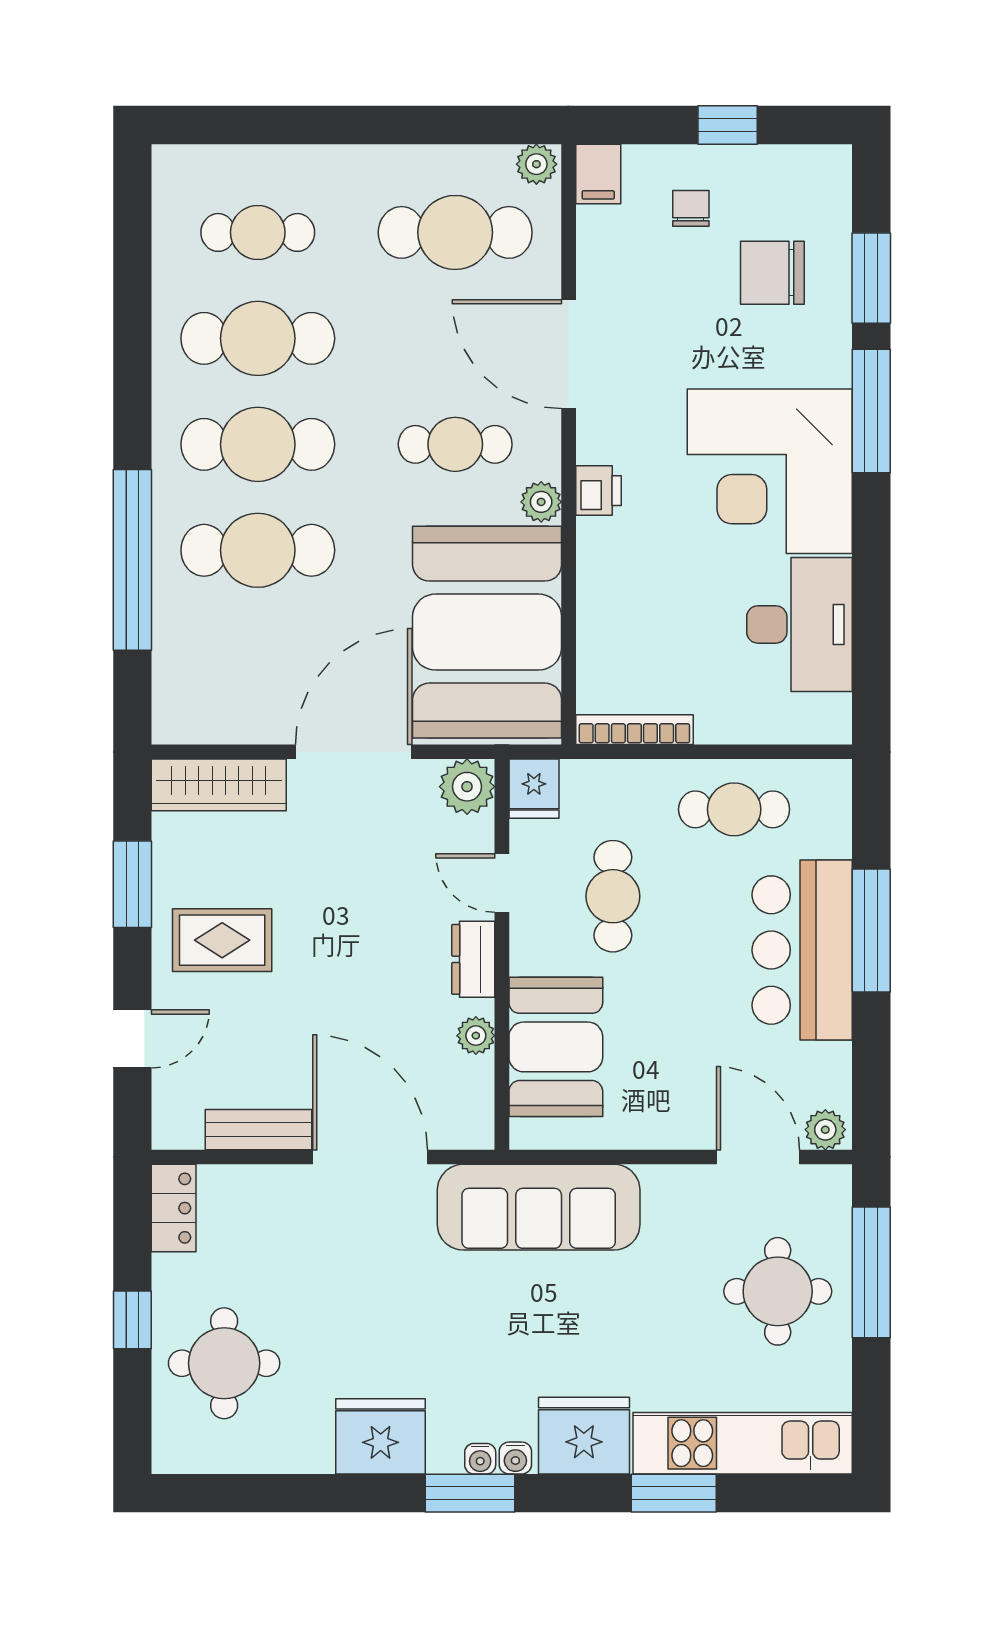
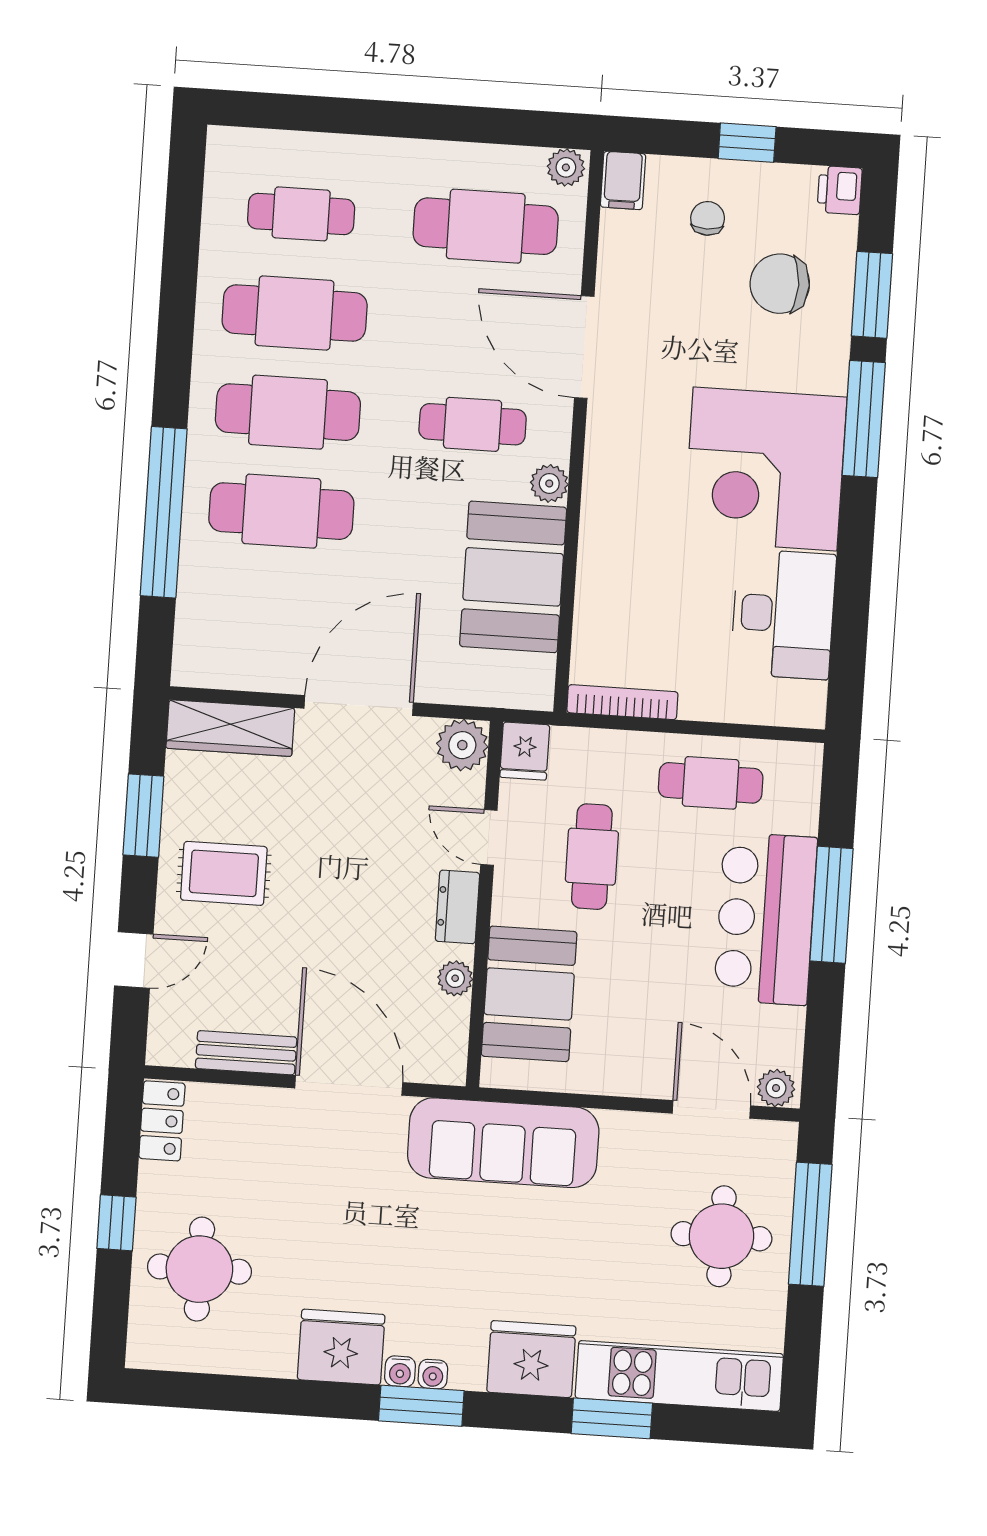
printer: (598, 491) -> (840, 190), moved, turned 180
booth: (487, 632) -> (513, 577), width x0.73, depth x0.70
water cooler: (515, 1458) -> (400, 1371), moved

